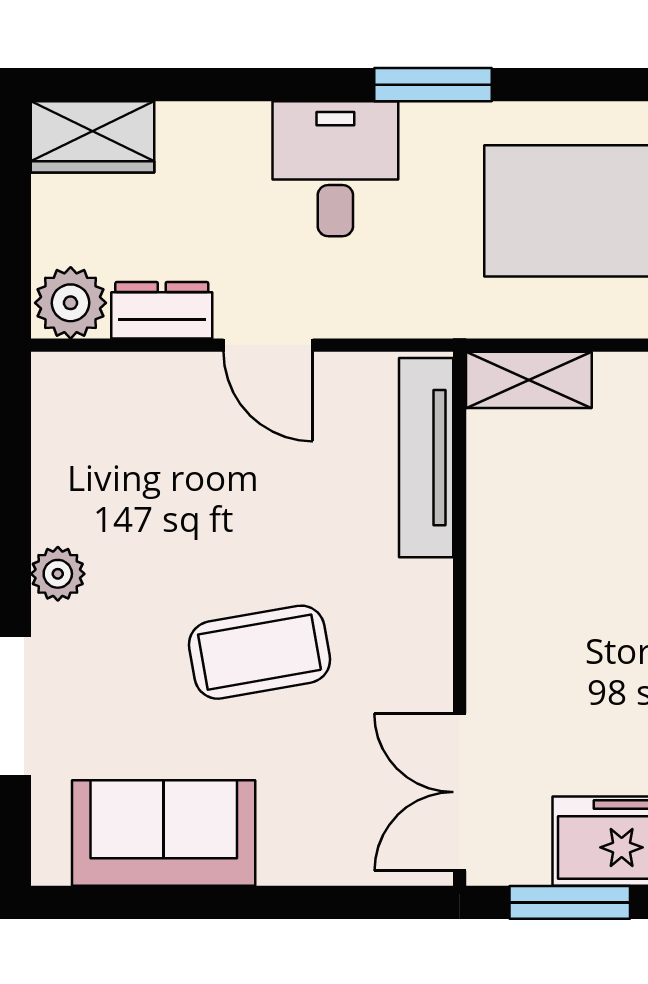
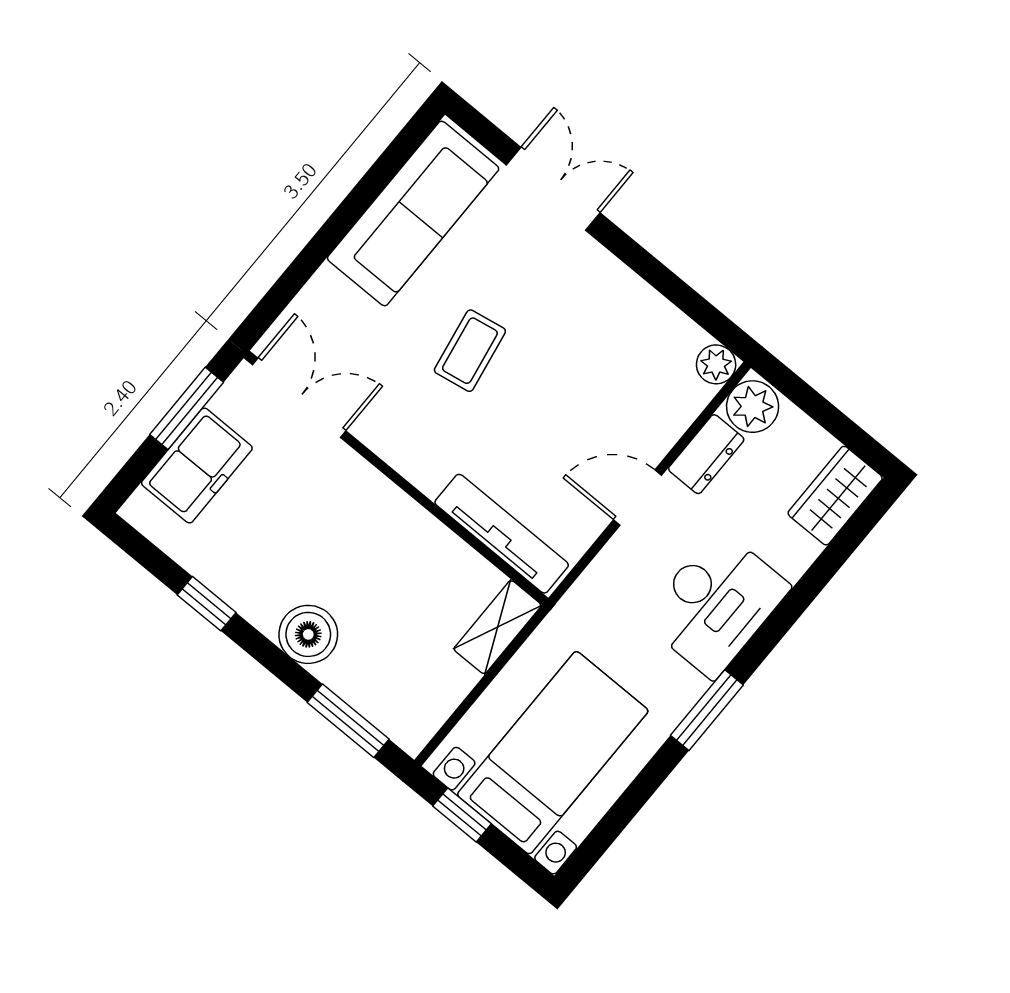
desk: (335, 169) -> (716, 604), width x1.37
plant: (58, 574) -> (716, 364), moved
coffee table: (259, 652) -> (470, 351), width x0.73, depth x0.77
sofa: (164, 833) -> (413, 213), width x1.36

